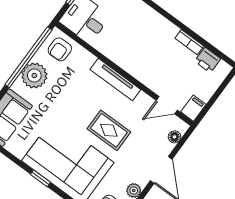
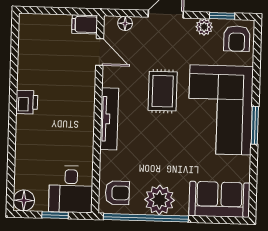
bookcase: (189, 42) -> (24, 72), removed
printer: (208, 60) -> (27, 102), moved
window: (40, 178) -> (255, 125), width x1.50

